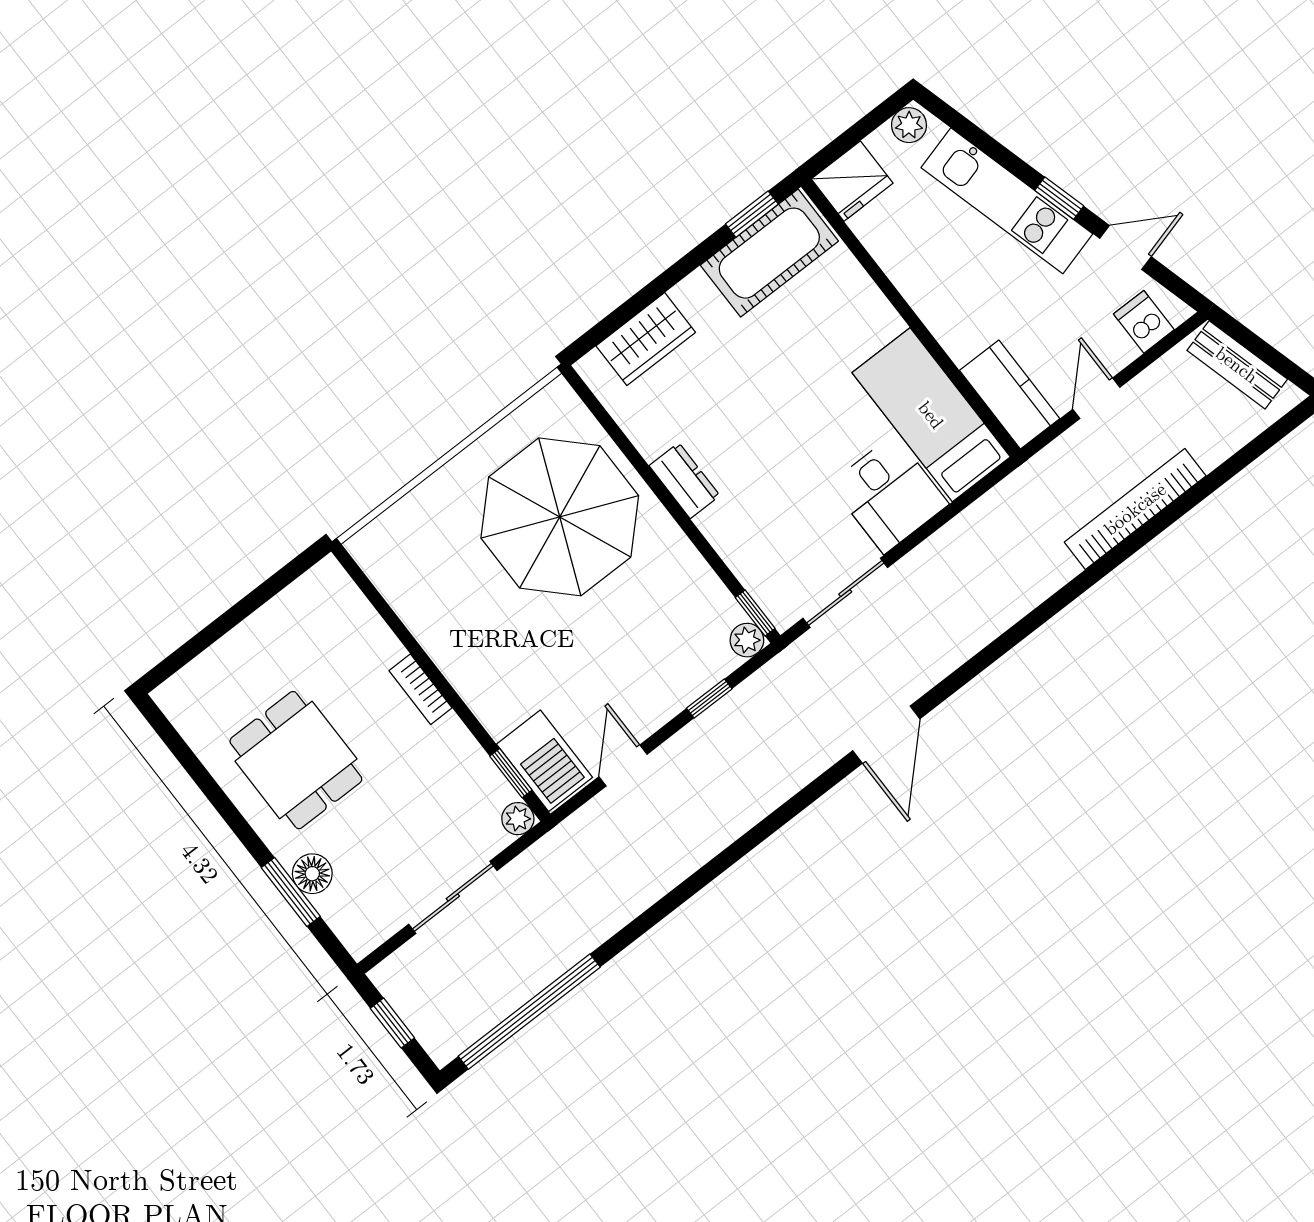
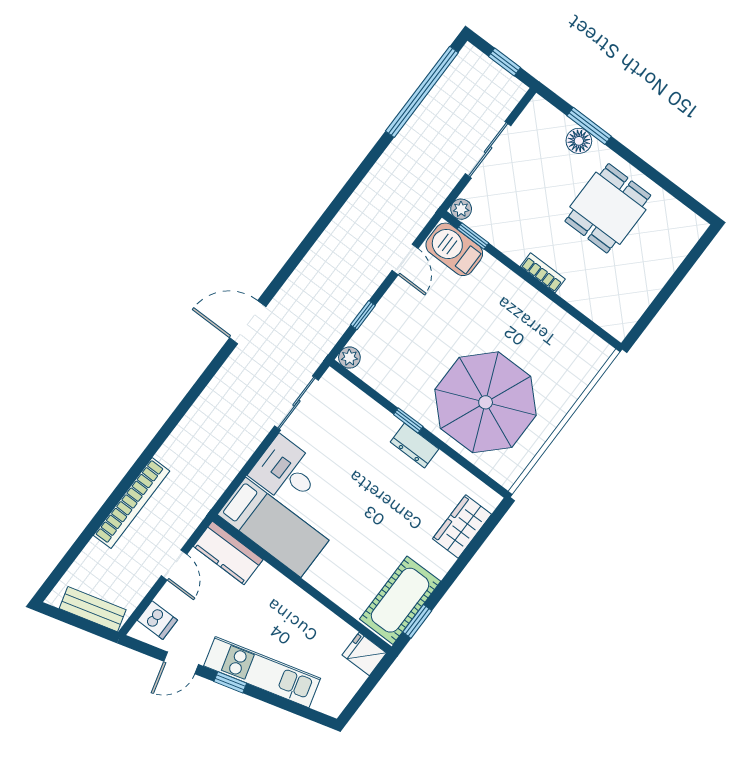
plant: (909, 125) -> (335, 702), removed
fridge: (852, 181) -> (364, 654), width x0.72
window: (755, 613) -> (408, 420), moved
door: (886, 735) -> (248, 322), hinge flipped
dining table: (296, 760) -> (608, 208), turned 90

